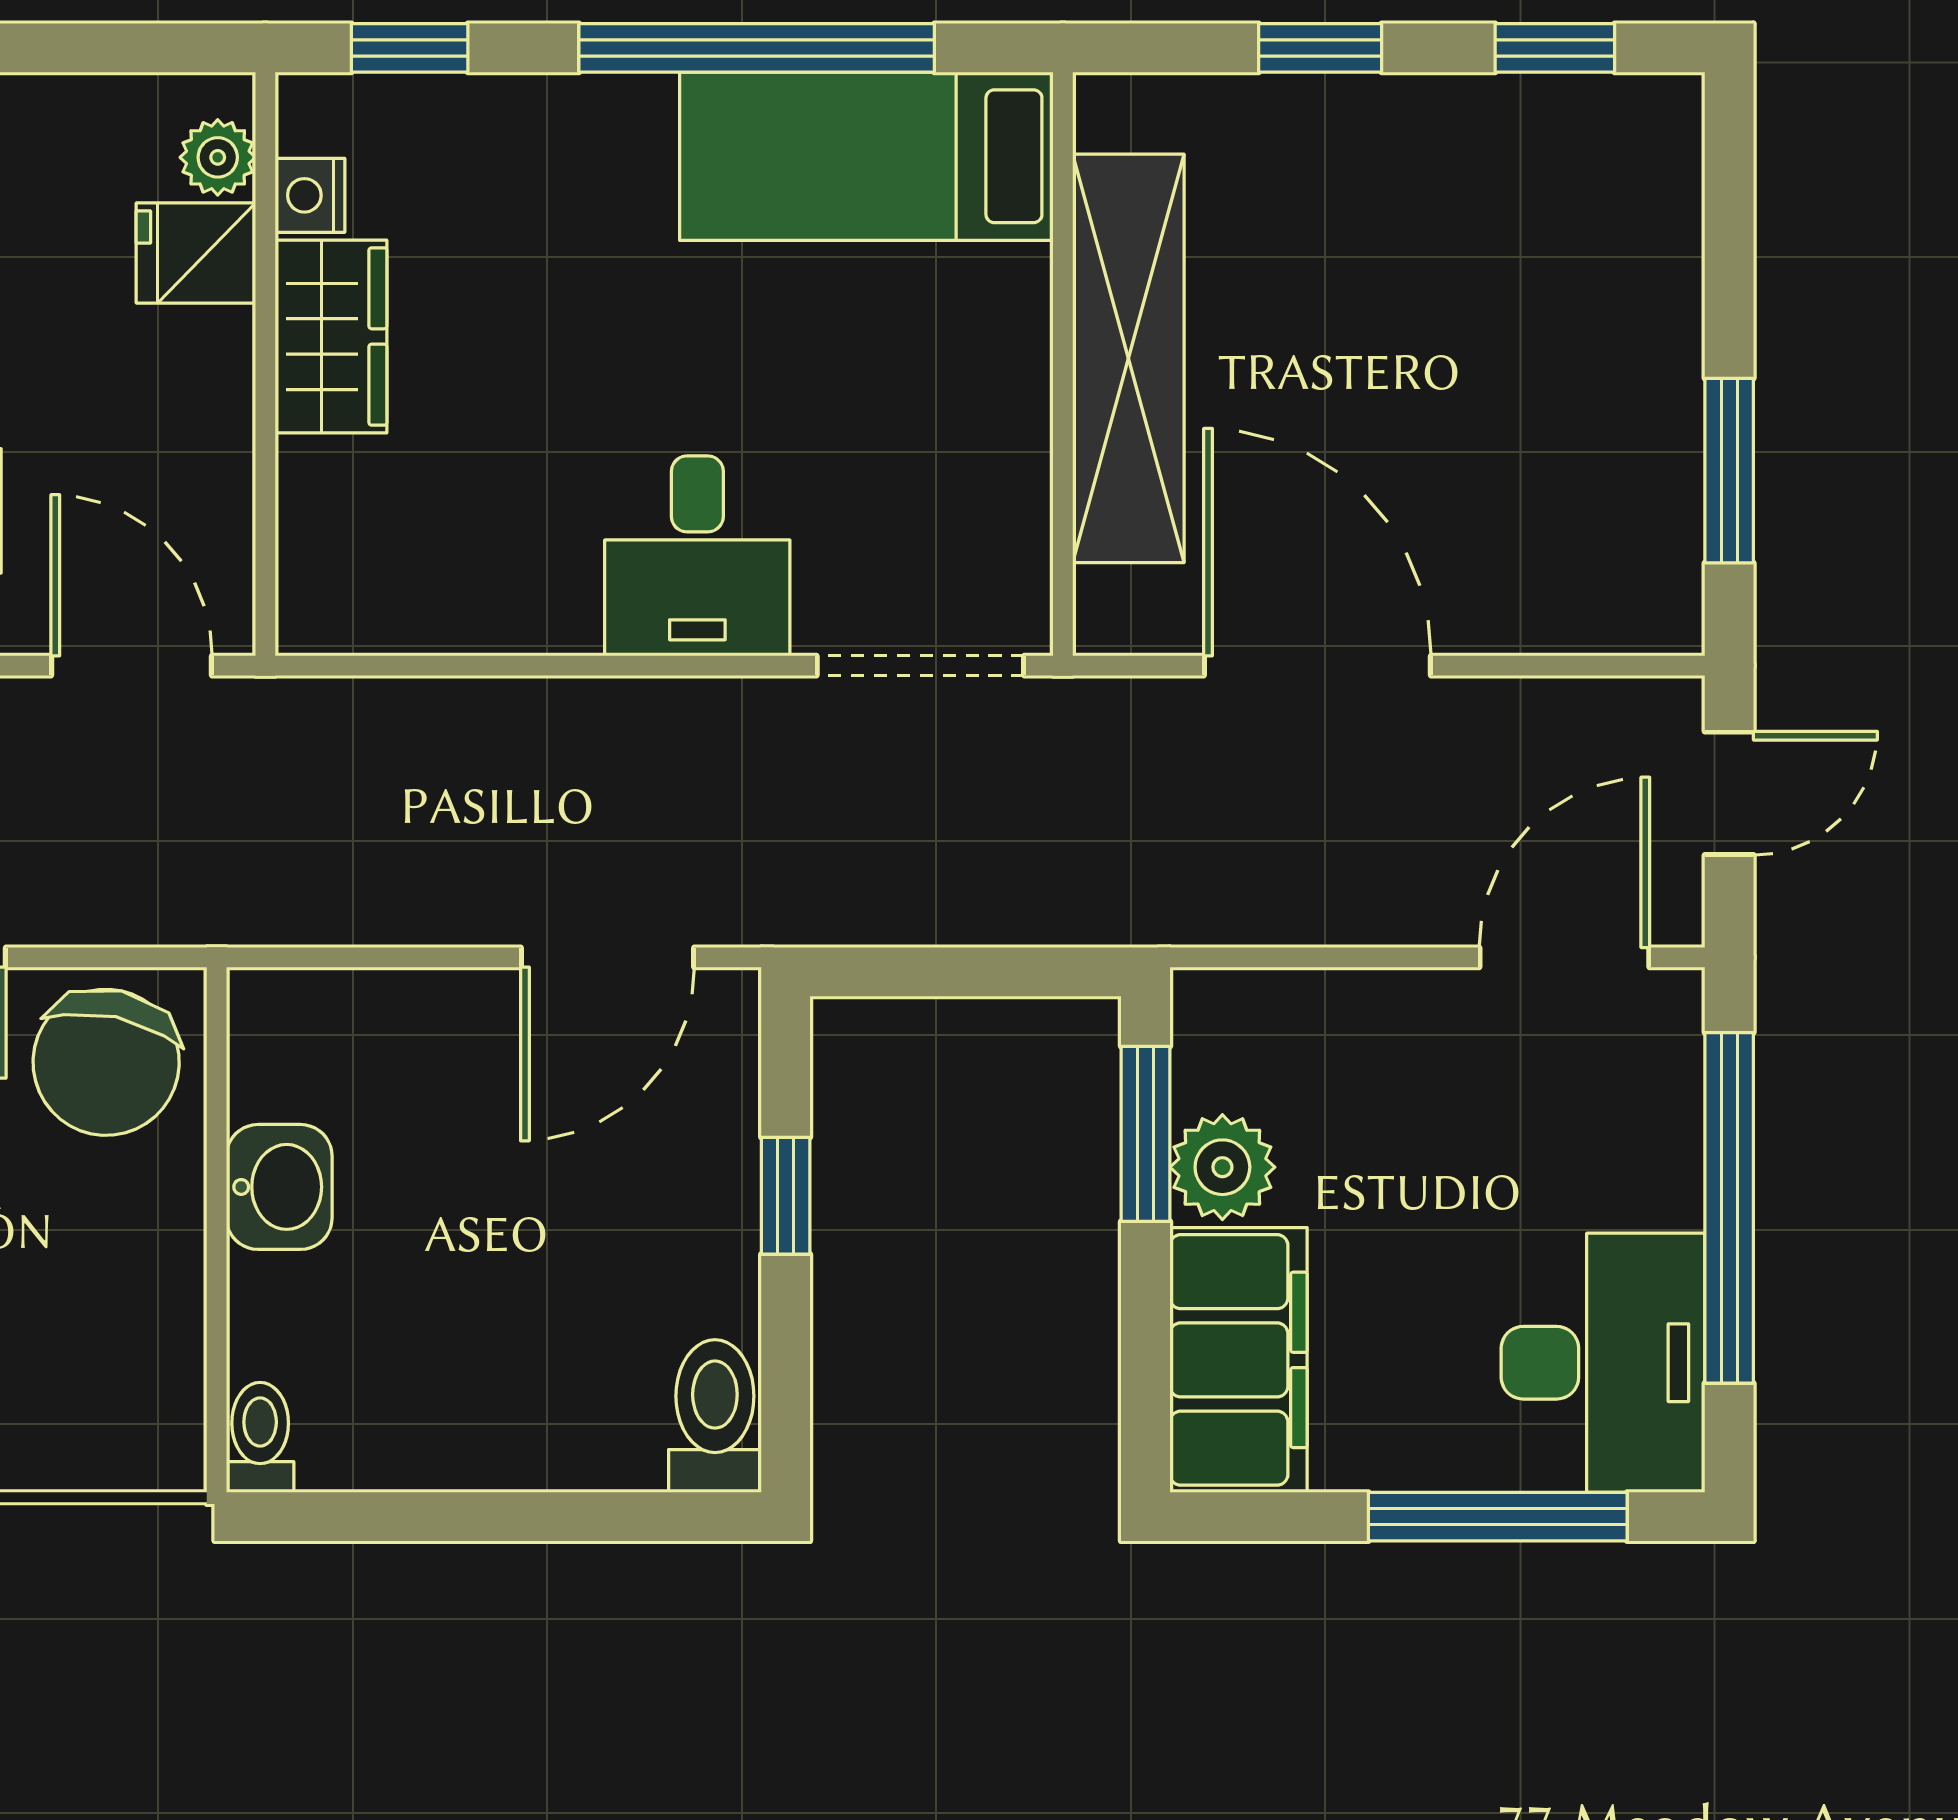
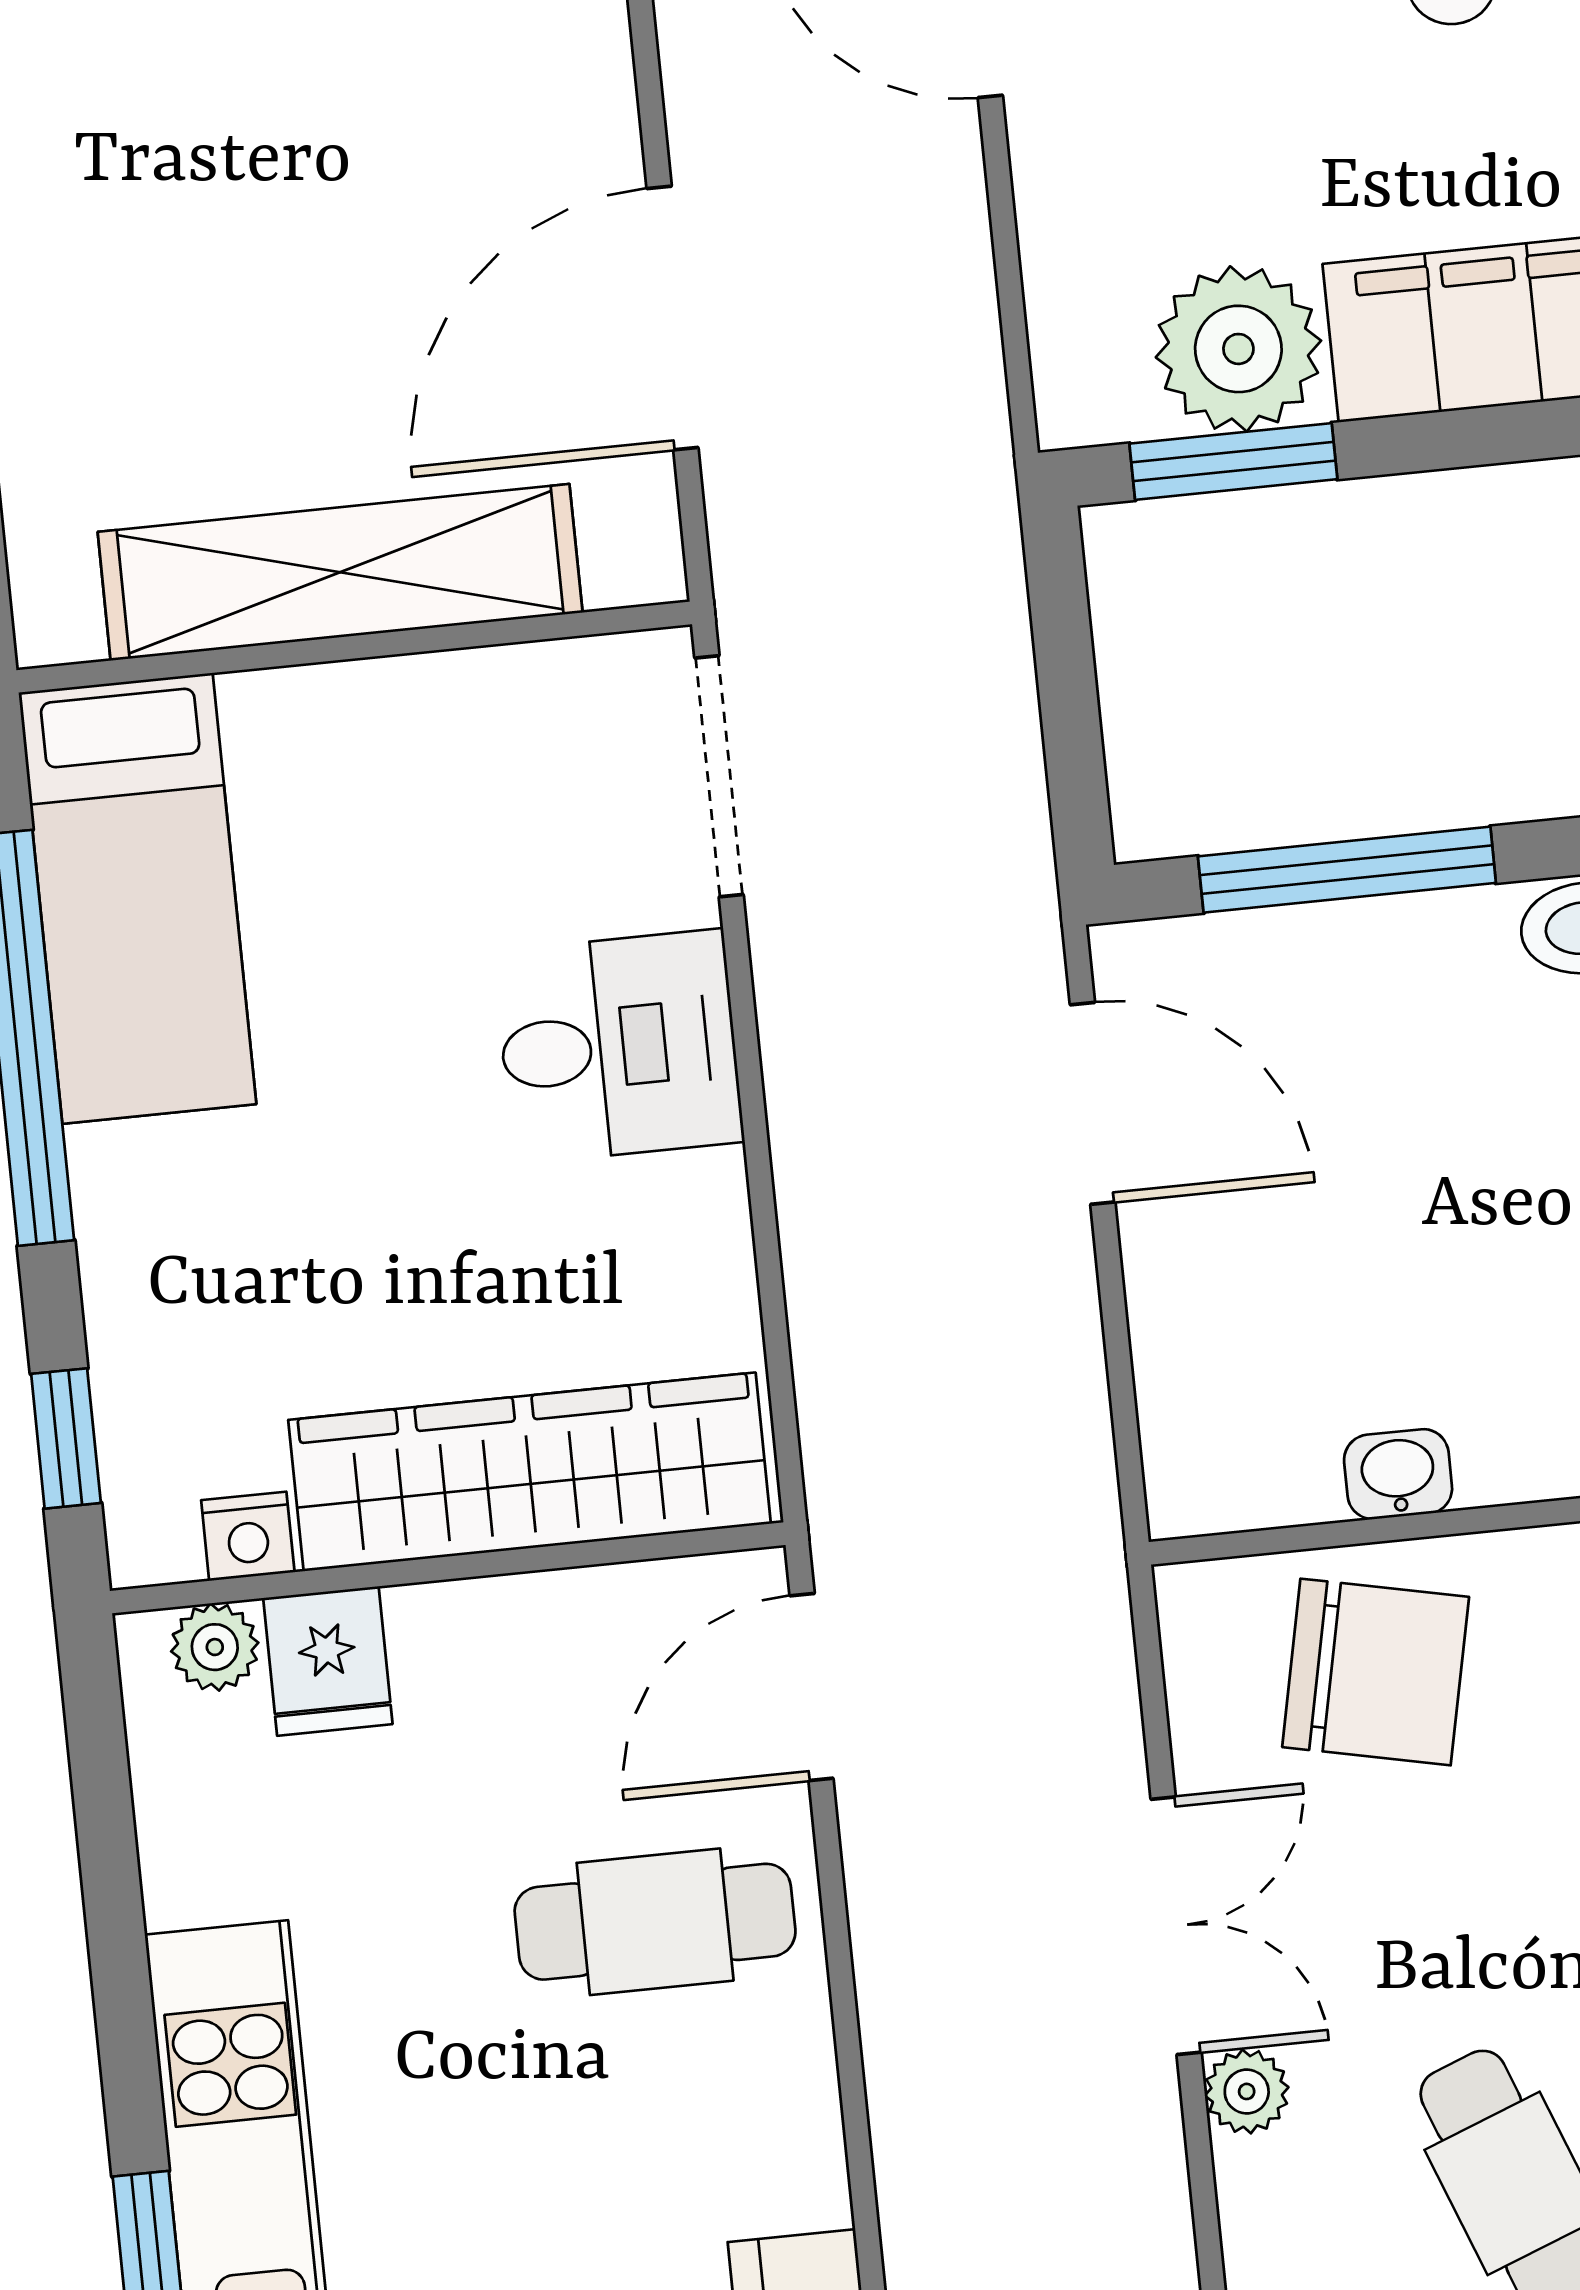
wardrobe: (331, 336) -> (530, 1472), width x2.10, depth x1.17
chair: (106, 1062) -> (1376, 1672), moved
plant: (1222, 1167) -> (1238, 349), width x1.36, depth x1.36
washbasin: (279, 1187) -> (1398, 1474), width x0.72, depth x0.69
window: (786, 1196) -> (1347, 870), width x2.17

